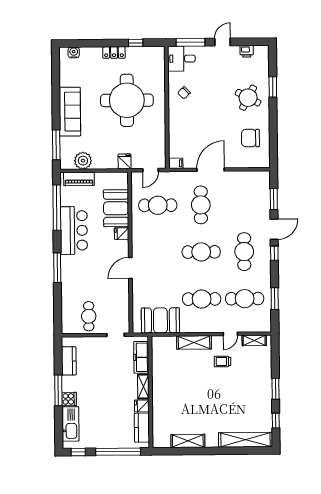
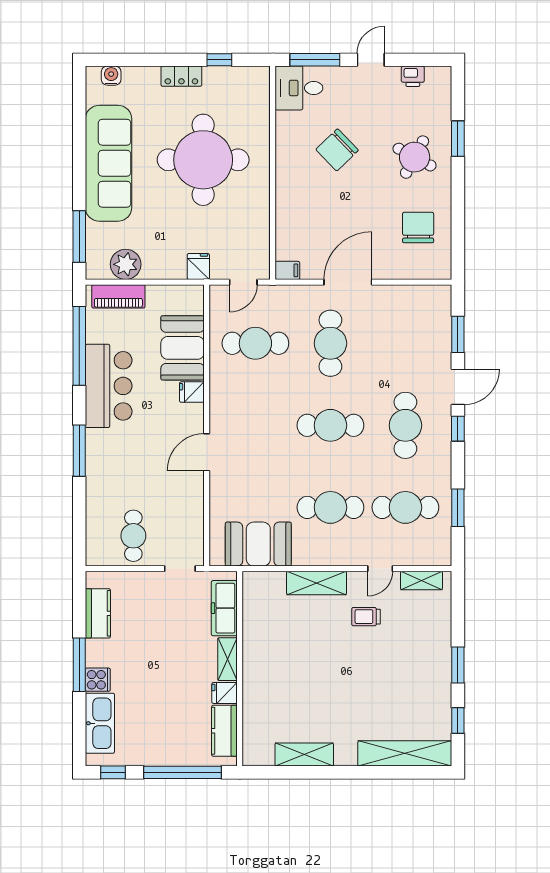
chair: (184, 93) -> (337, 150), moved, width x1.87, depth x1.87
sofa: (70, 112) -> (109, 163), width x1.36, depth x1.27
chair: (250, 138) -> (418, 227), turned 90

